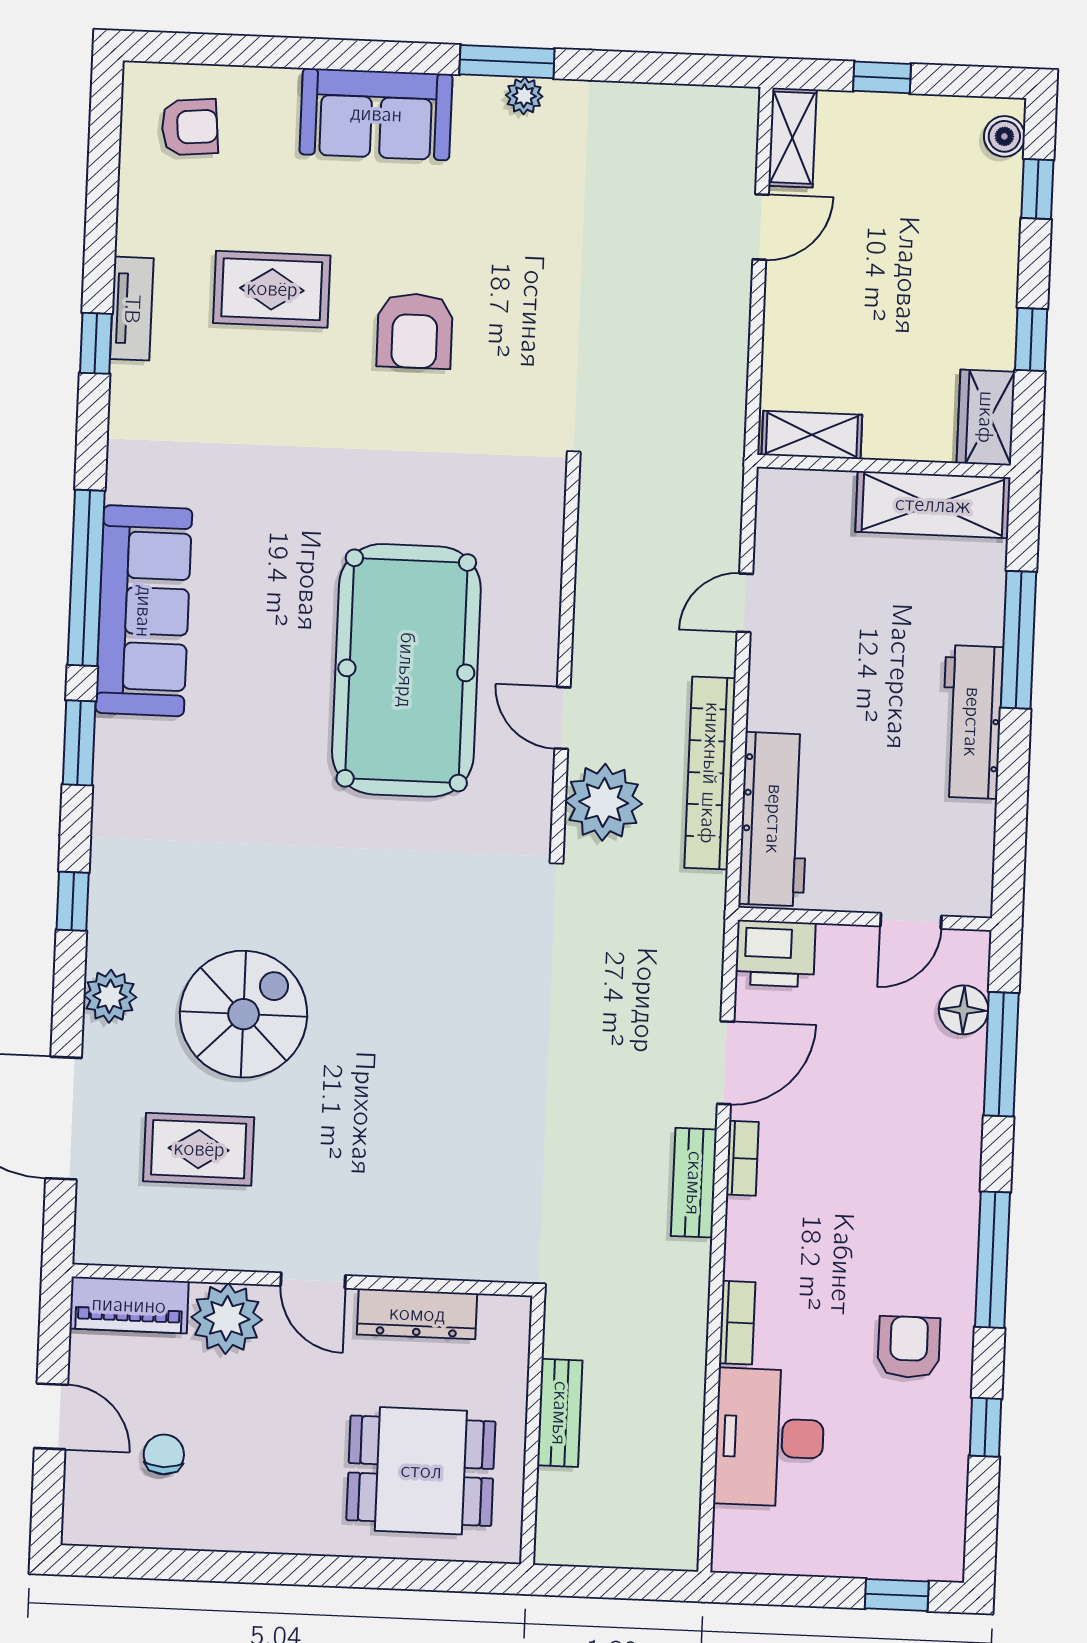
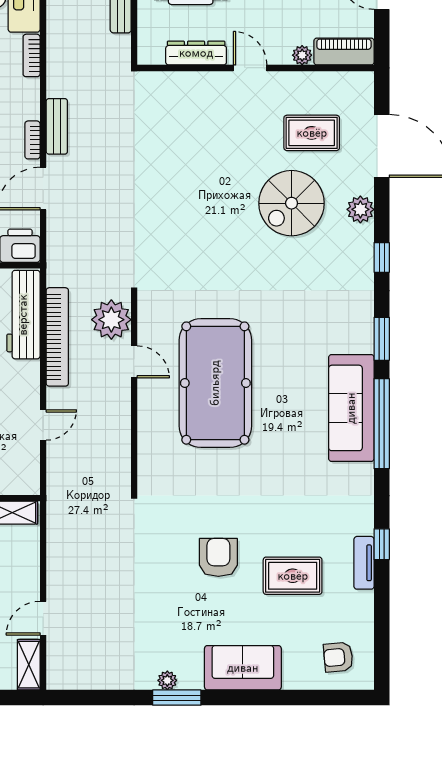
plant: (227, 1318) -> (302, 55), width x0.53, depth x0.53

